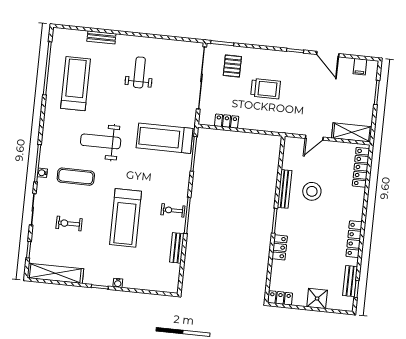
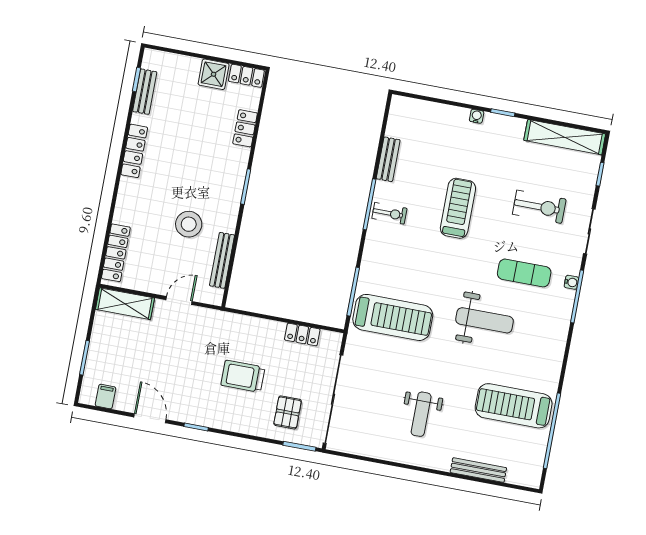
bench: (101, 37) -> (478, 470), width x1.36
treadmill: (75, 84) -> (514, 406), turned 90
bench: (284, 189) -> (222, 260), moved
treadmill: (125, 218) -> (458, 208), width x0.73, depth x0.73
exercise bike: (69, 224) -> (539, 207), width x1.38, depth x1.39
locker: (280, 247) -> (245, 128), moved
shower: (317, 299) -> (214, 74), moved

